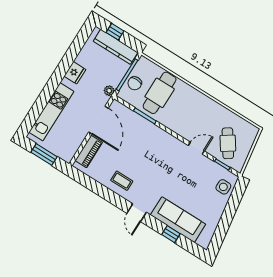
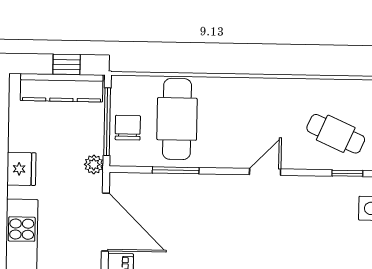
window: (115, 32) -> (67, 64), moved
chair: (135, 83) -> (128, 128), turned 180
cafe table: (228, 143) -> (336, 134), turned -32
door: (196, 148) -> (265, 172), moved

